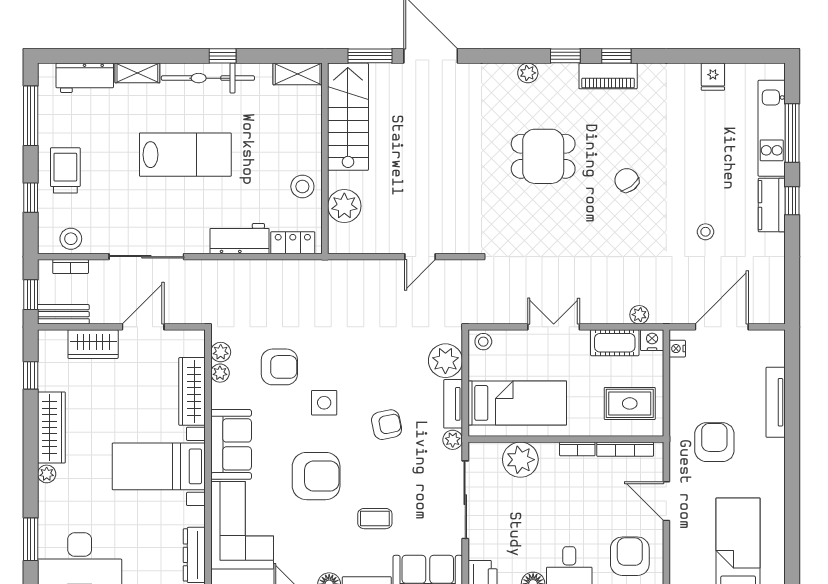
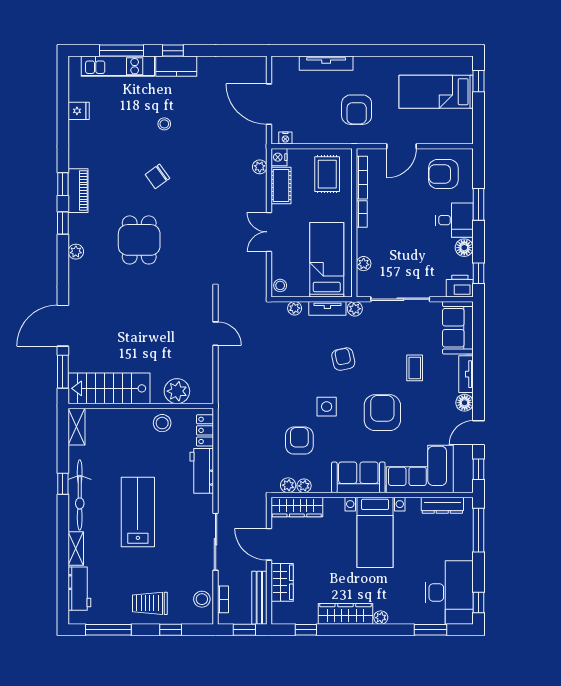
stool: (706, 232) -> (164, 124), moved
bench: (63, 314) -> (259, 598), width x1.36
plant: (445, 361) -> (295, 308), width x0.53, depth x0.53
wardrobe: (192, 391) -> (297, 507), moved
armchair: (714, 442) -> (357, 110), turned -90
plant: (520, 460) -> (364, 264), width x0.53, depth x0.53

